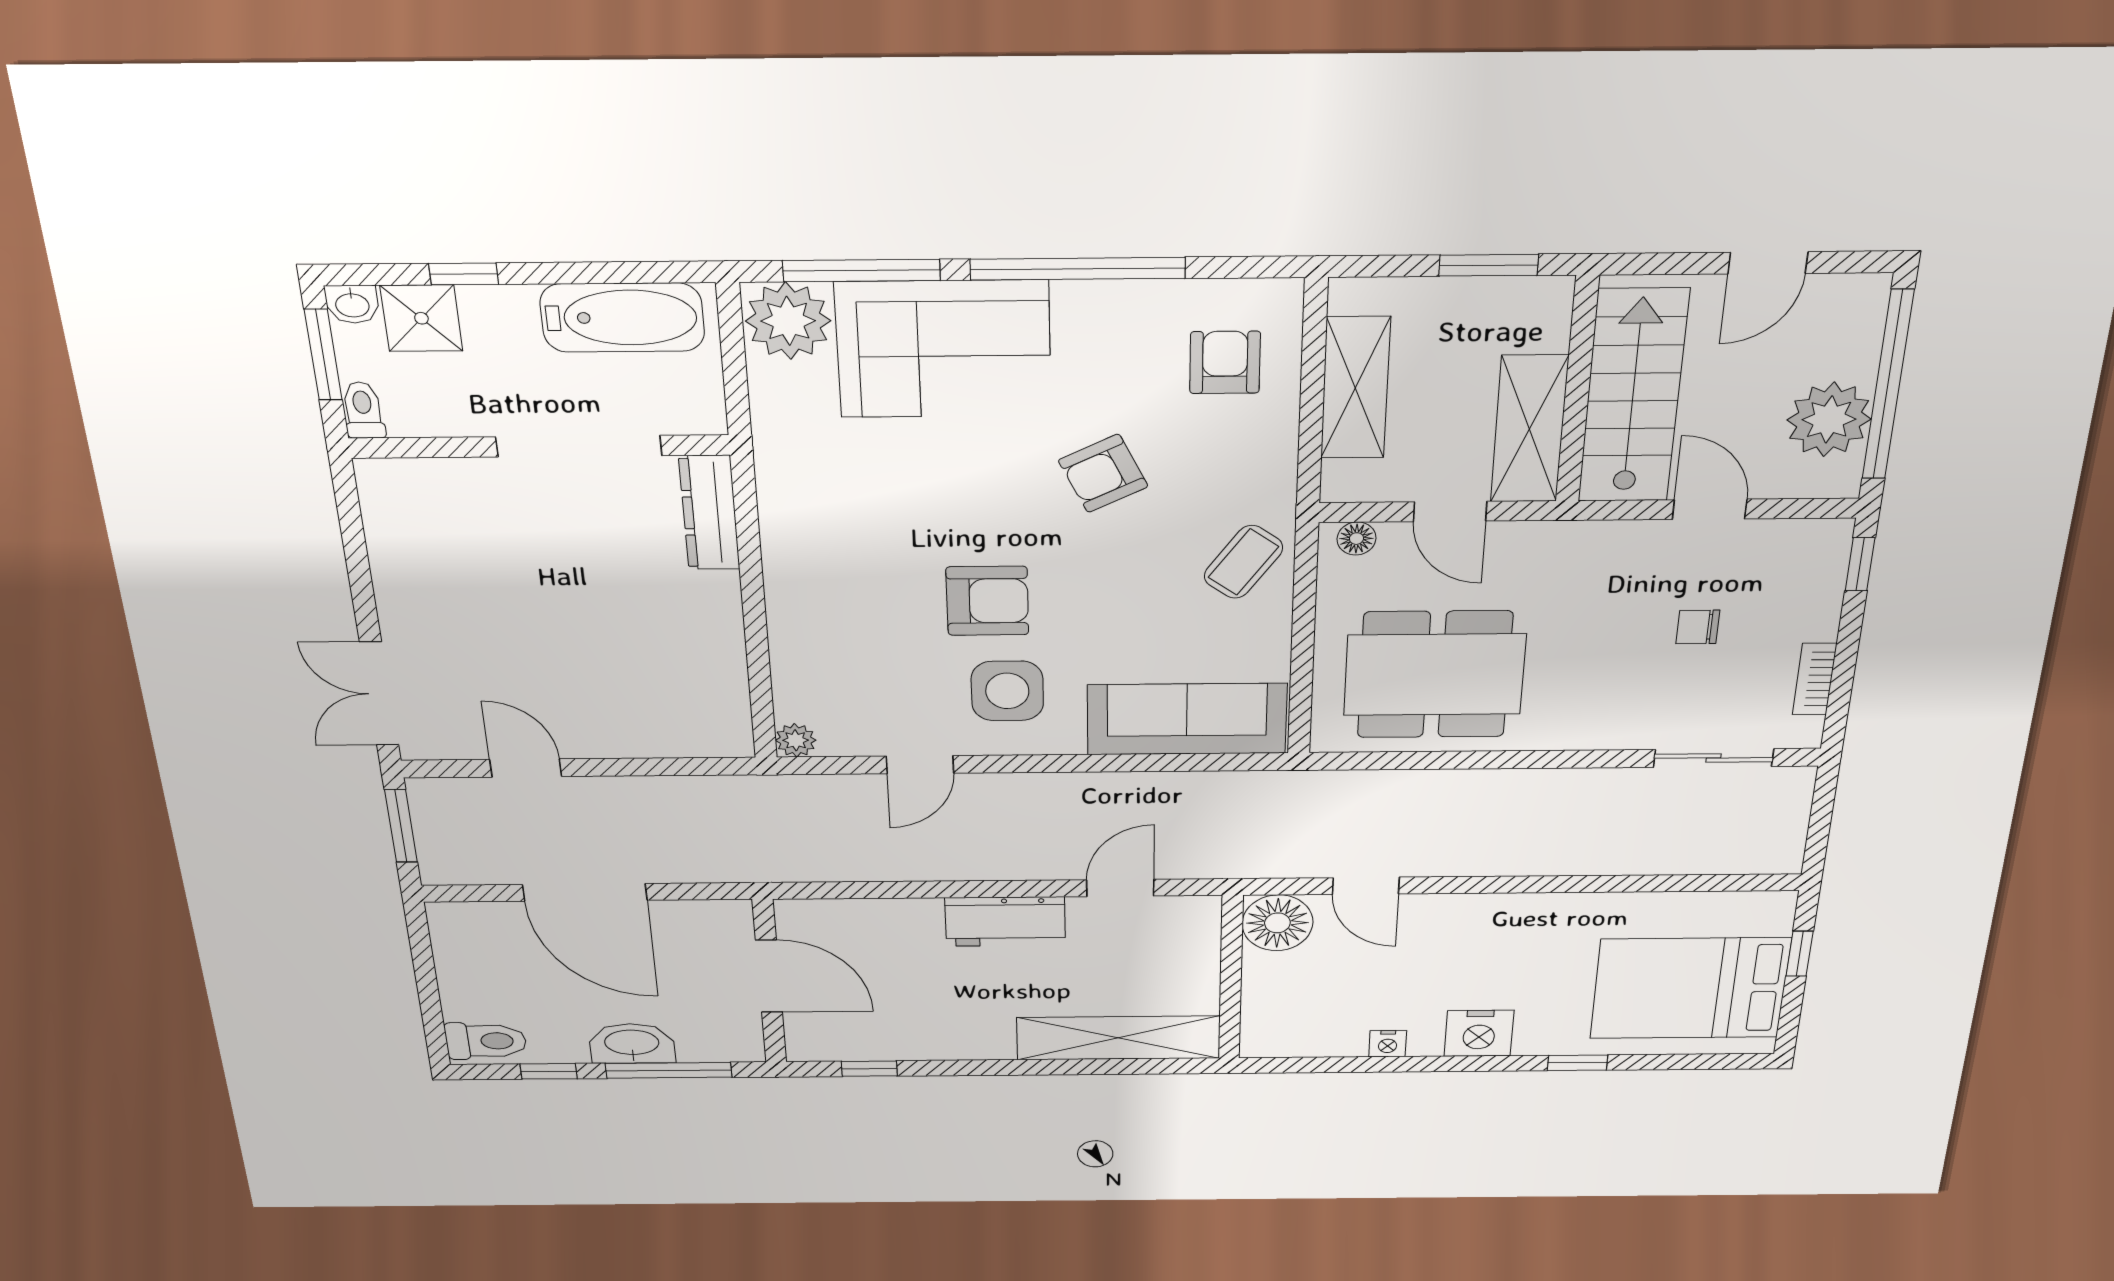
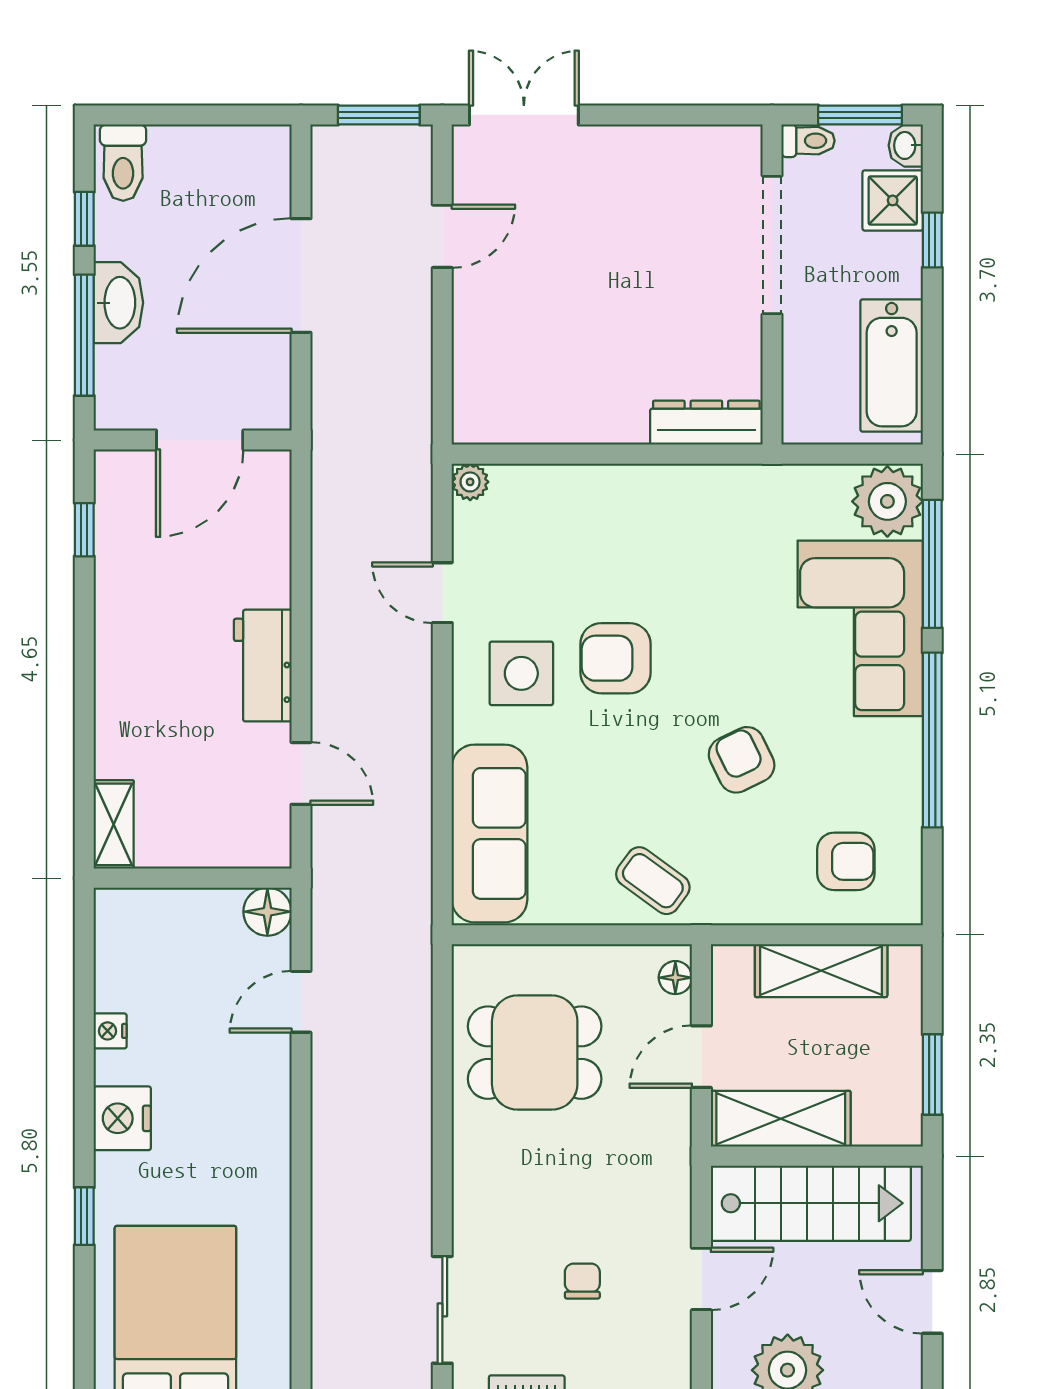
doorway: (579, 446) -> (772, 245), moved
armchair: (987, 601) -> (615, 658), turned 90
dining table: (1434, 675) -> (535, 1053), width x0.73
floor lamp: (1277, 923) -> (267, 912), width x0.73, depth x0.73
shelving: (1118, 1038) -> (114, 824), width x0.45, depth x0.75

